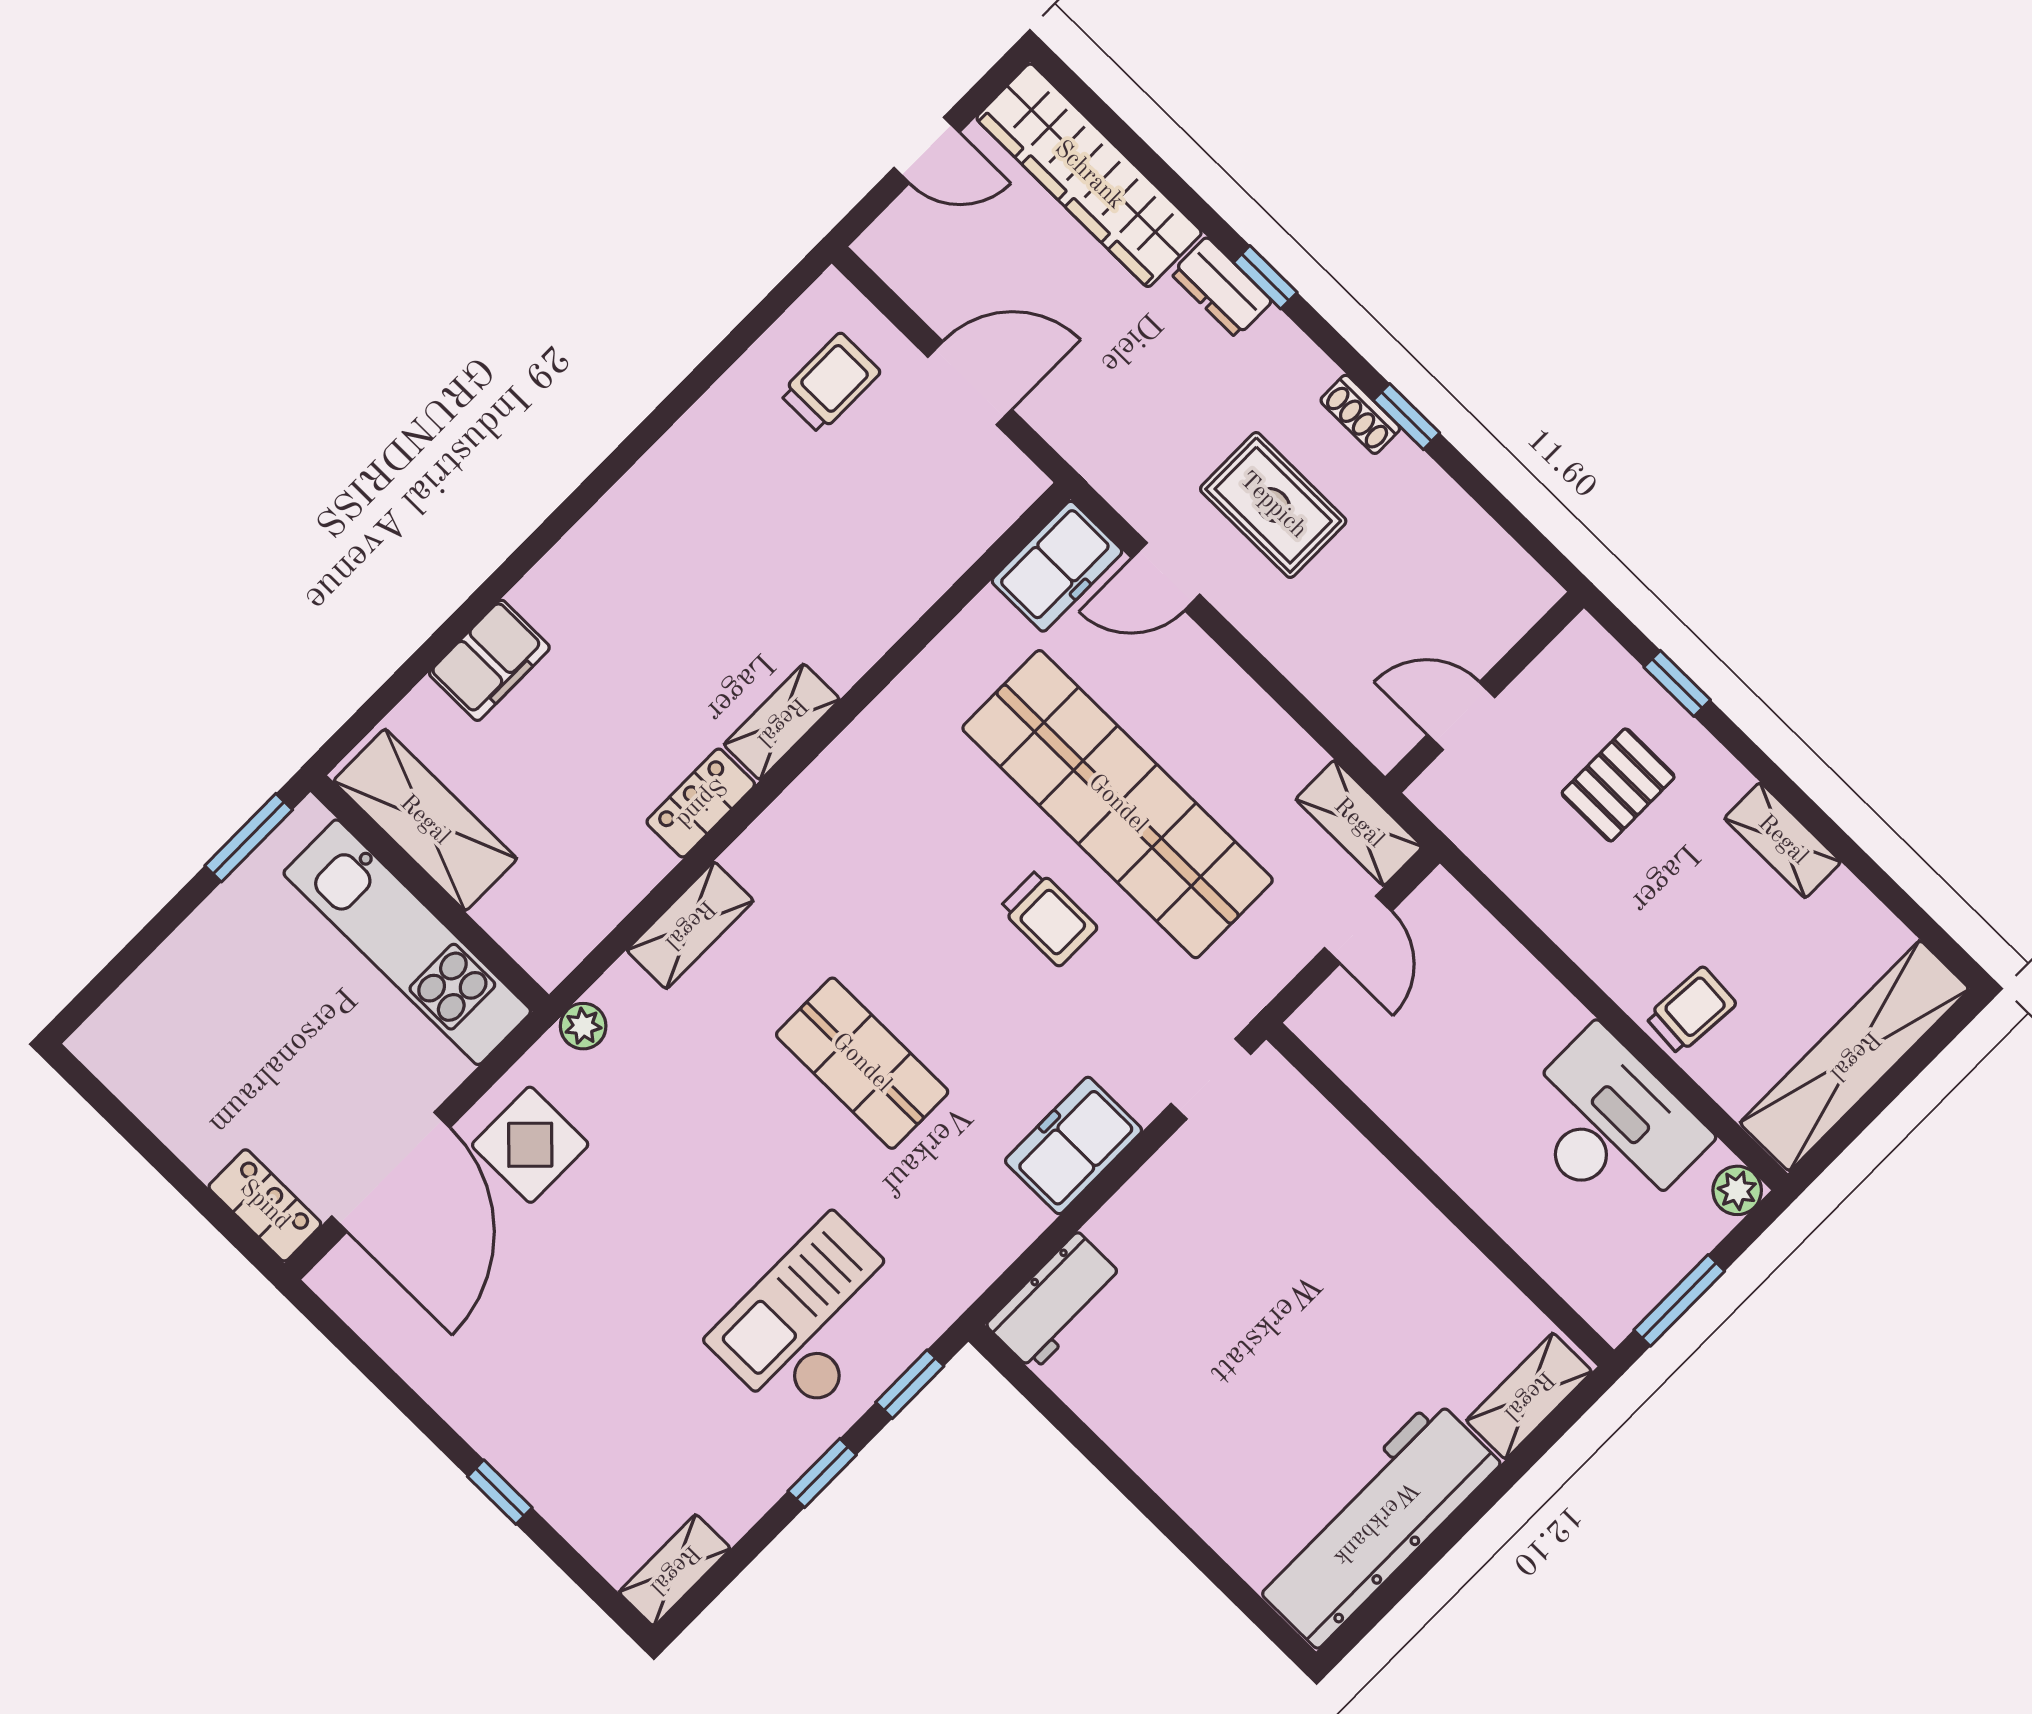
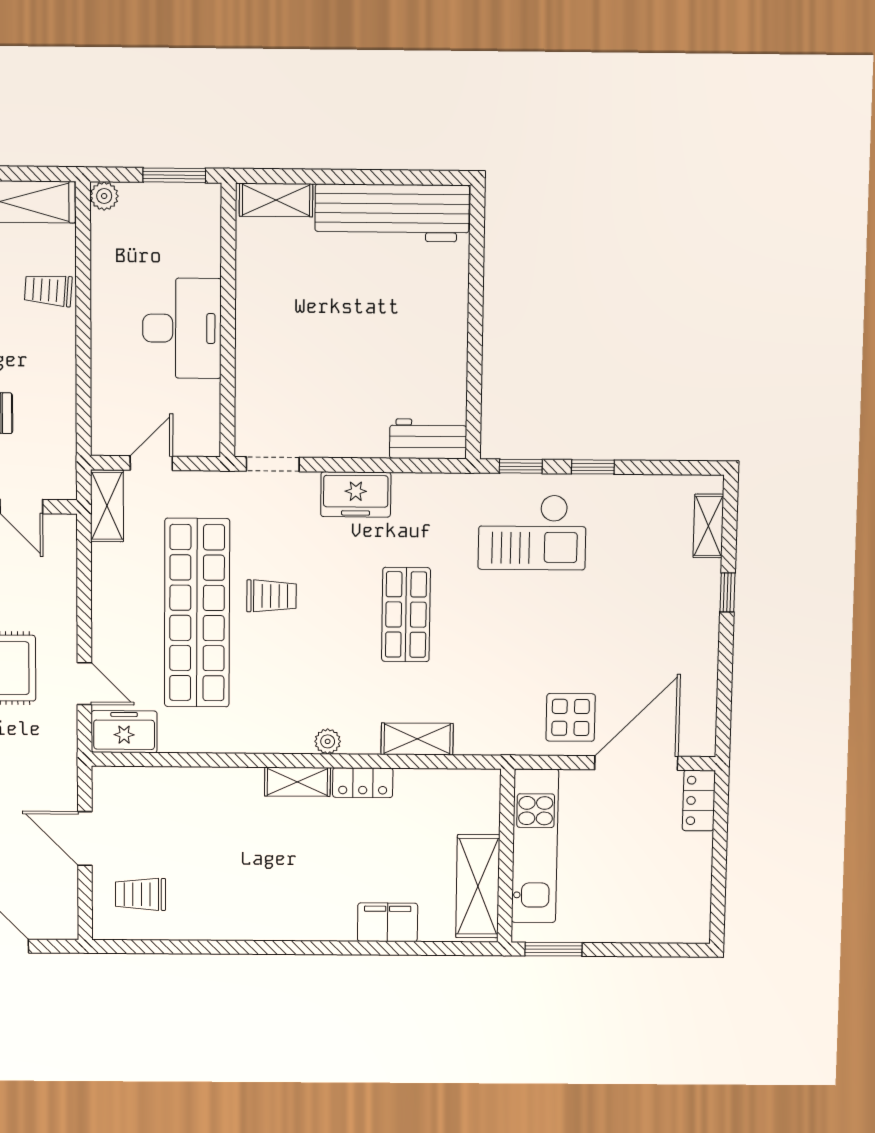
trolley: (1049, 918) -> (272, 596), turned 90
plant: (583, 1026) -> (328, 741), moved
desk: (1610, 1125) -> (182, 328), moved, turned 180
shelving: (675, 1570) -> (708, 526), moved, turned 90

